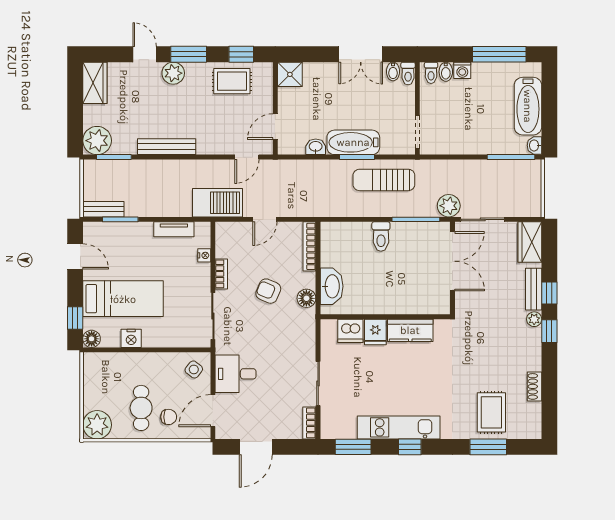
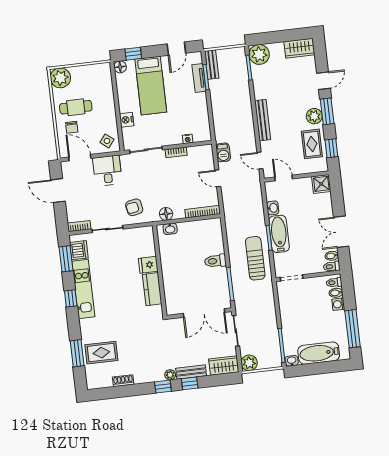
plant: (173, 73) -> (314, 116), moved
bench: (167, 147) -> (263, 120), moved
barbecue: (218, 203) -> (223, 152), width x0.53, depth x0.65
plant: (449, 206) -> (249, 363), moved
tv unit: (174, 229) -> (199, 78), moved
washbasin: (332, 286) -> (170, 229), width x0.52, depth x0.69
armchair: (268, 291) -> (134, 207), moved, turned -124
dishwasher: (350, 331) -> (79, 250), moved, turned 180
nightstand: (131, 338) -> (127, 120), moved

